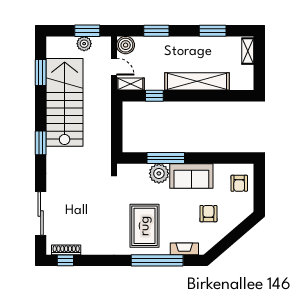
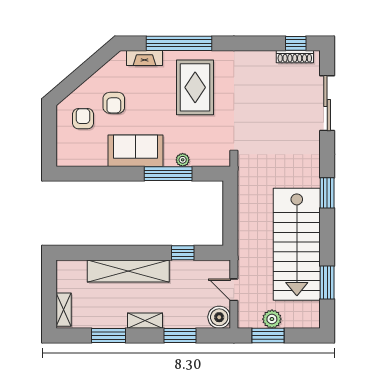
shelving: (130, 84) -> (145, 321), moved
plant: (159, 173) -> (183, 160), width x0.53, depth x0.53
armchair: (239, 183) -> (83, 119), moved

